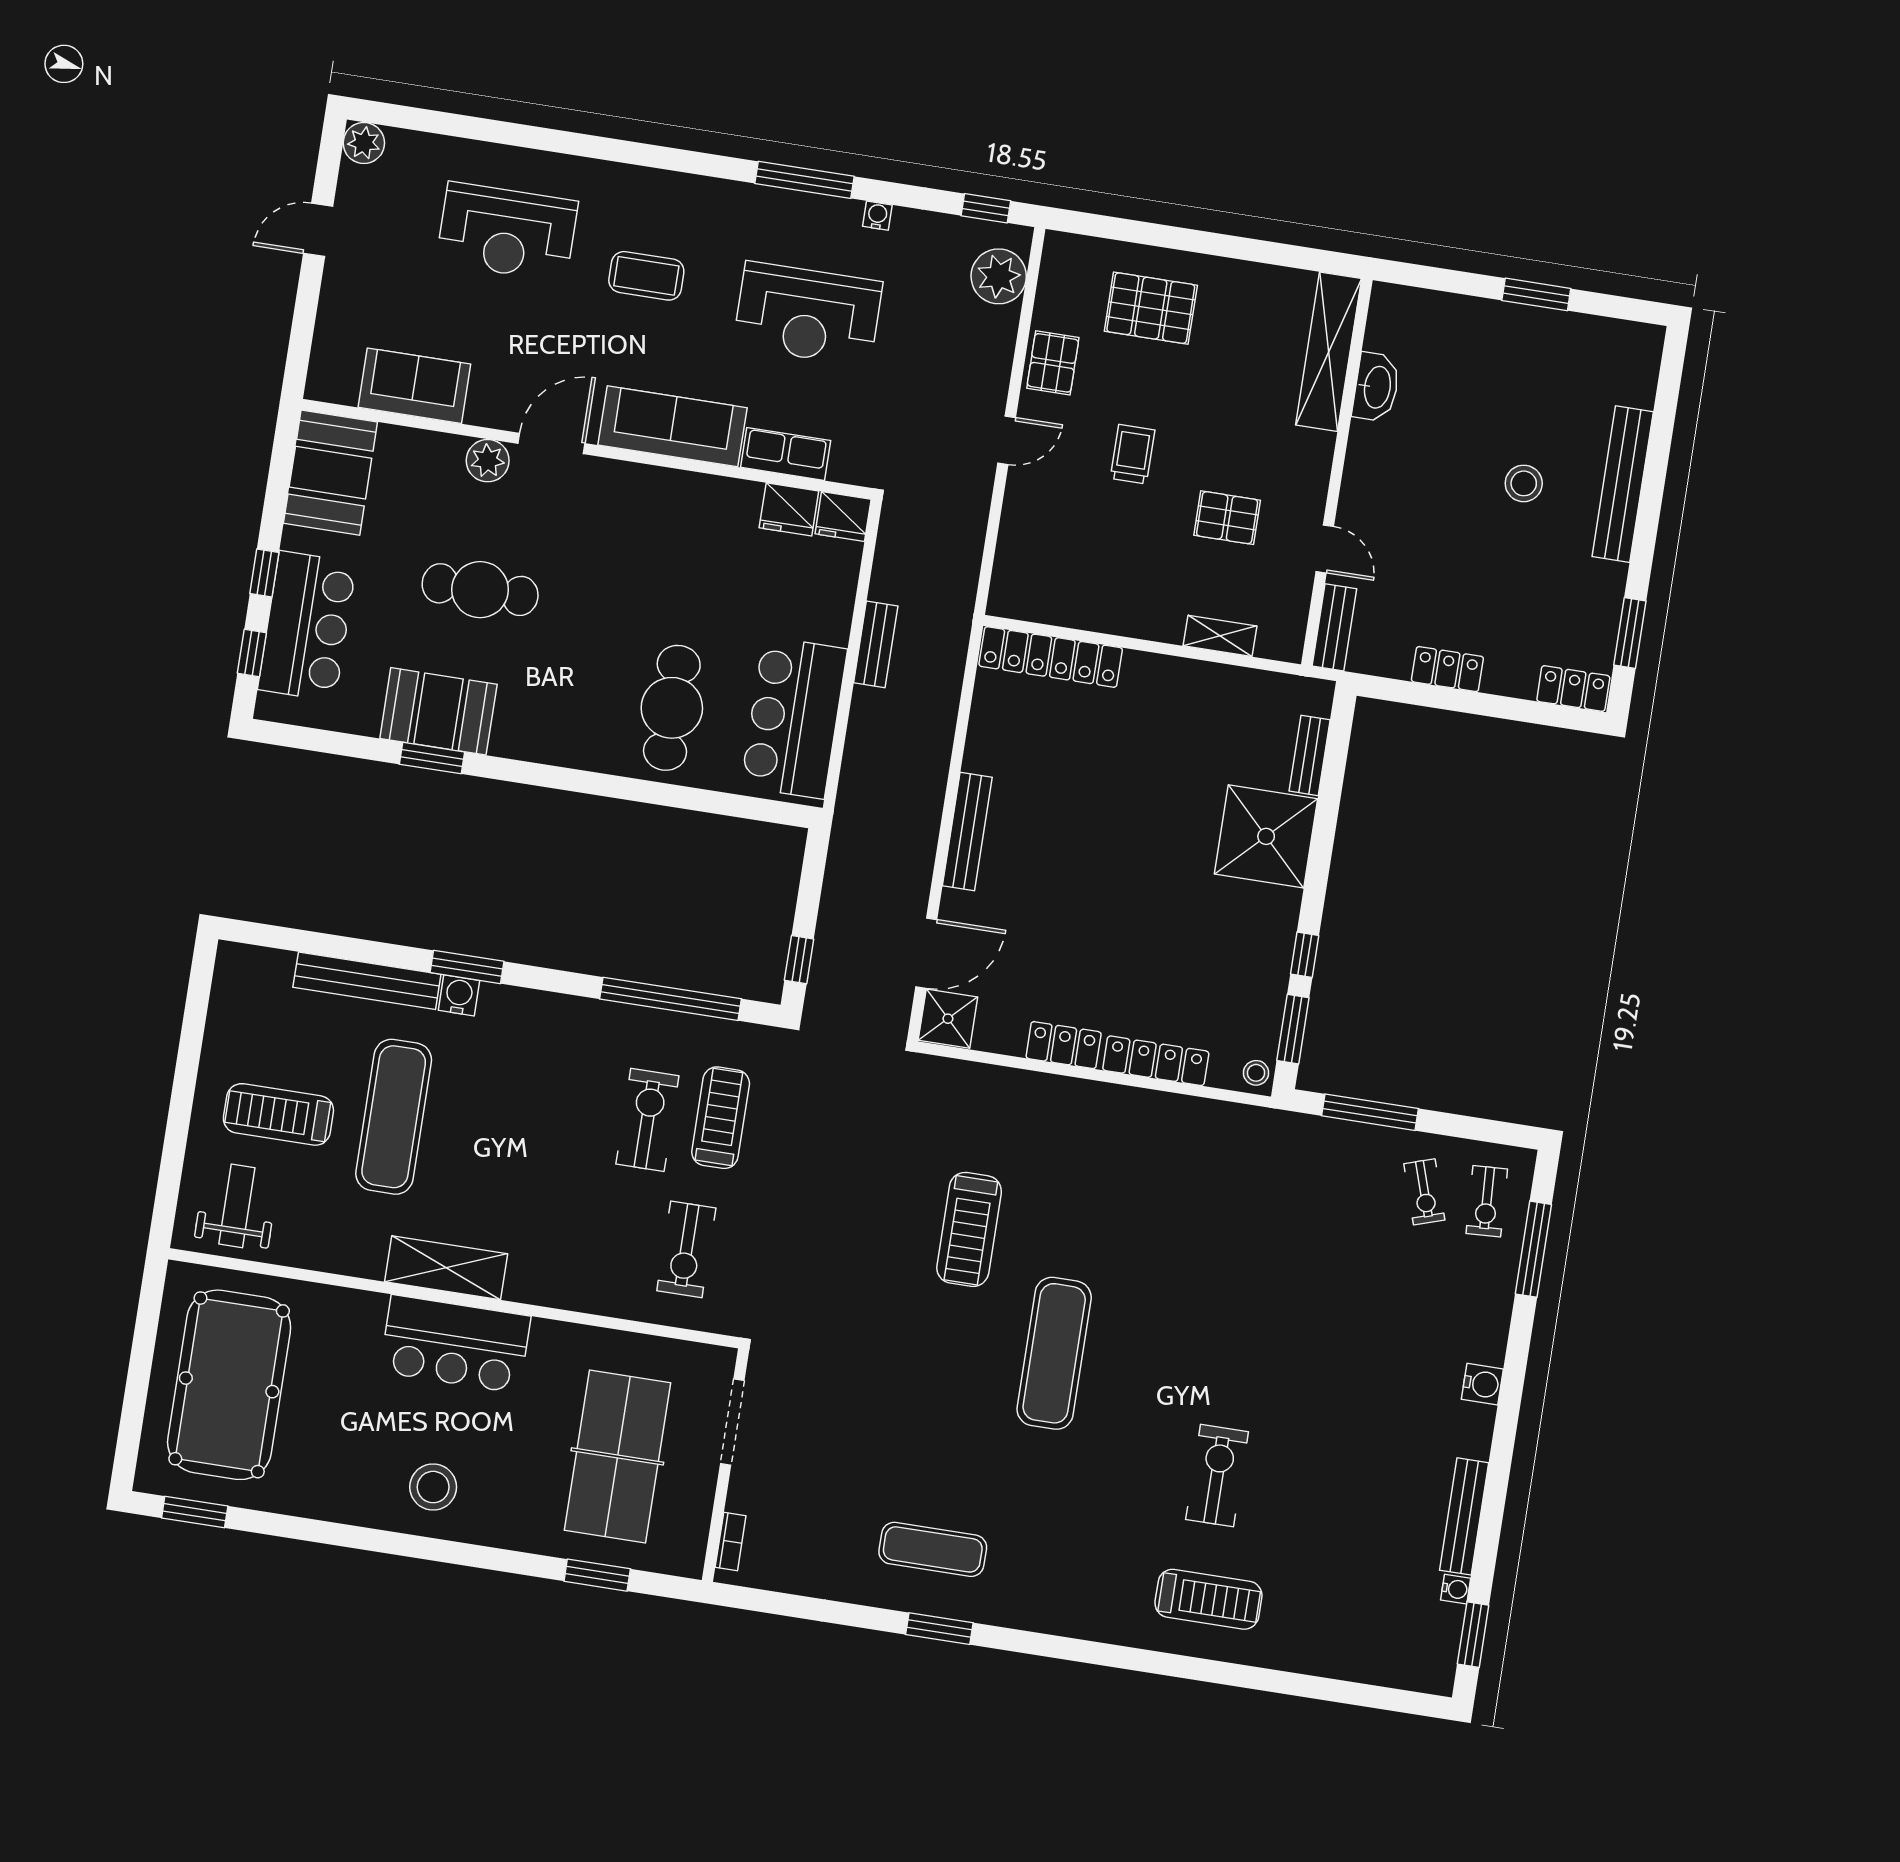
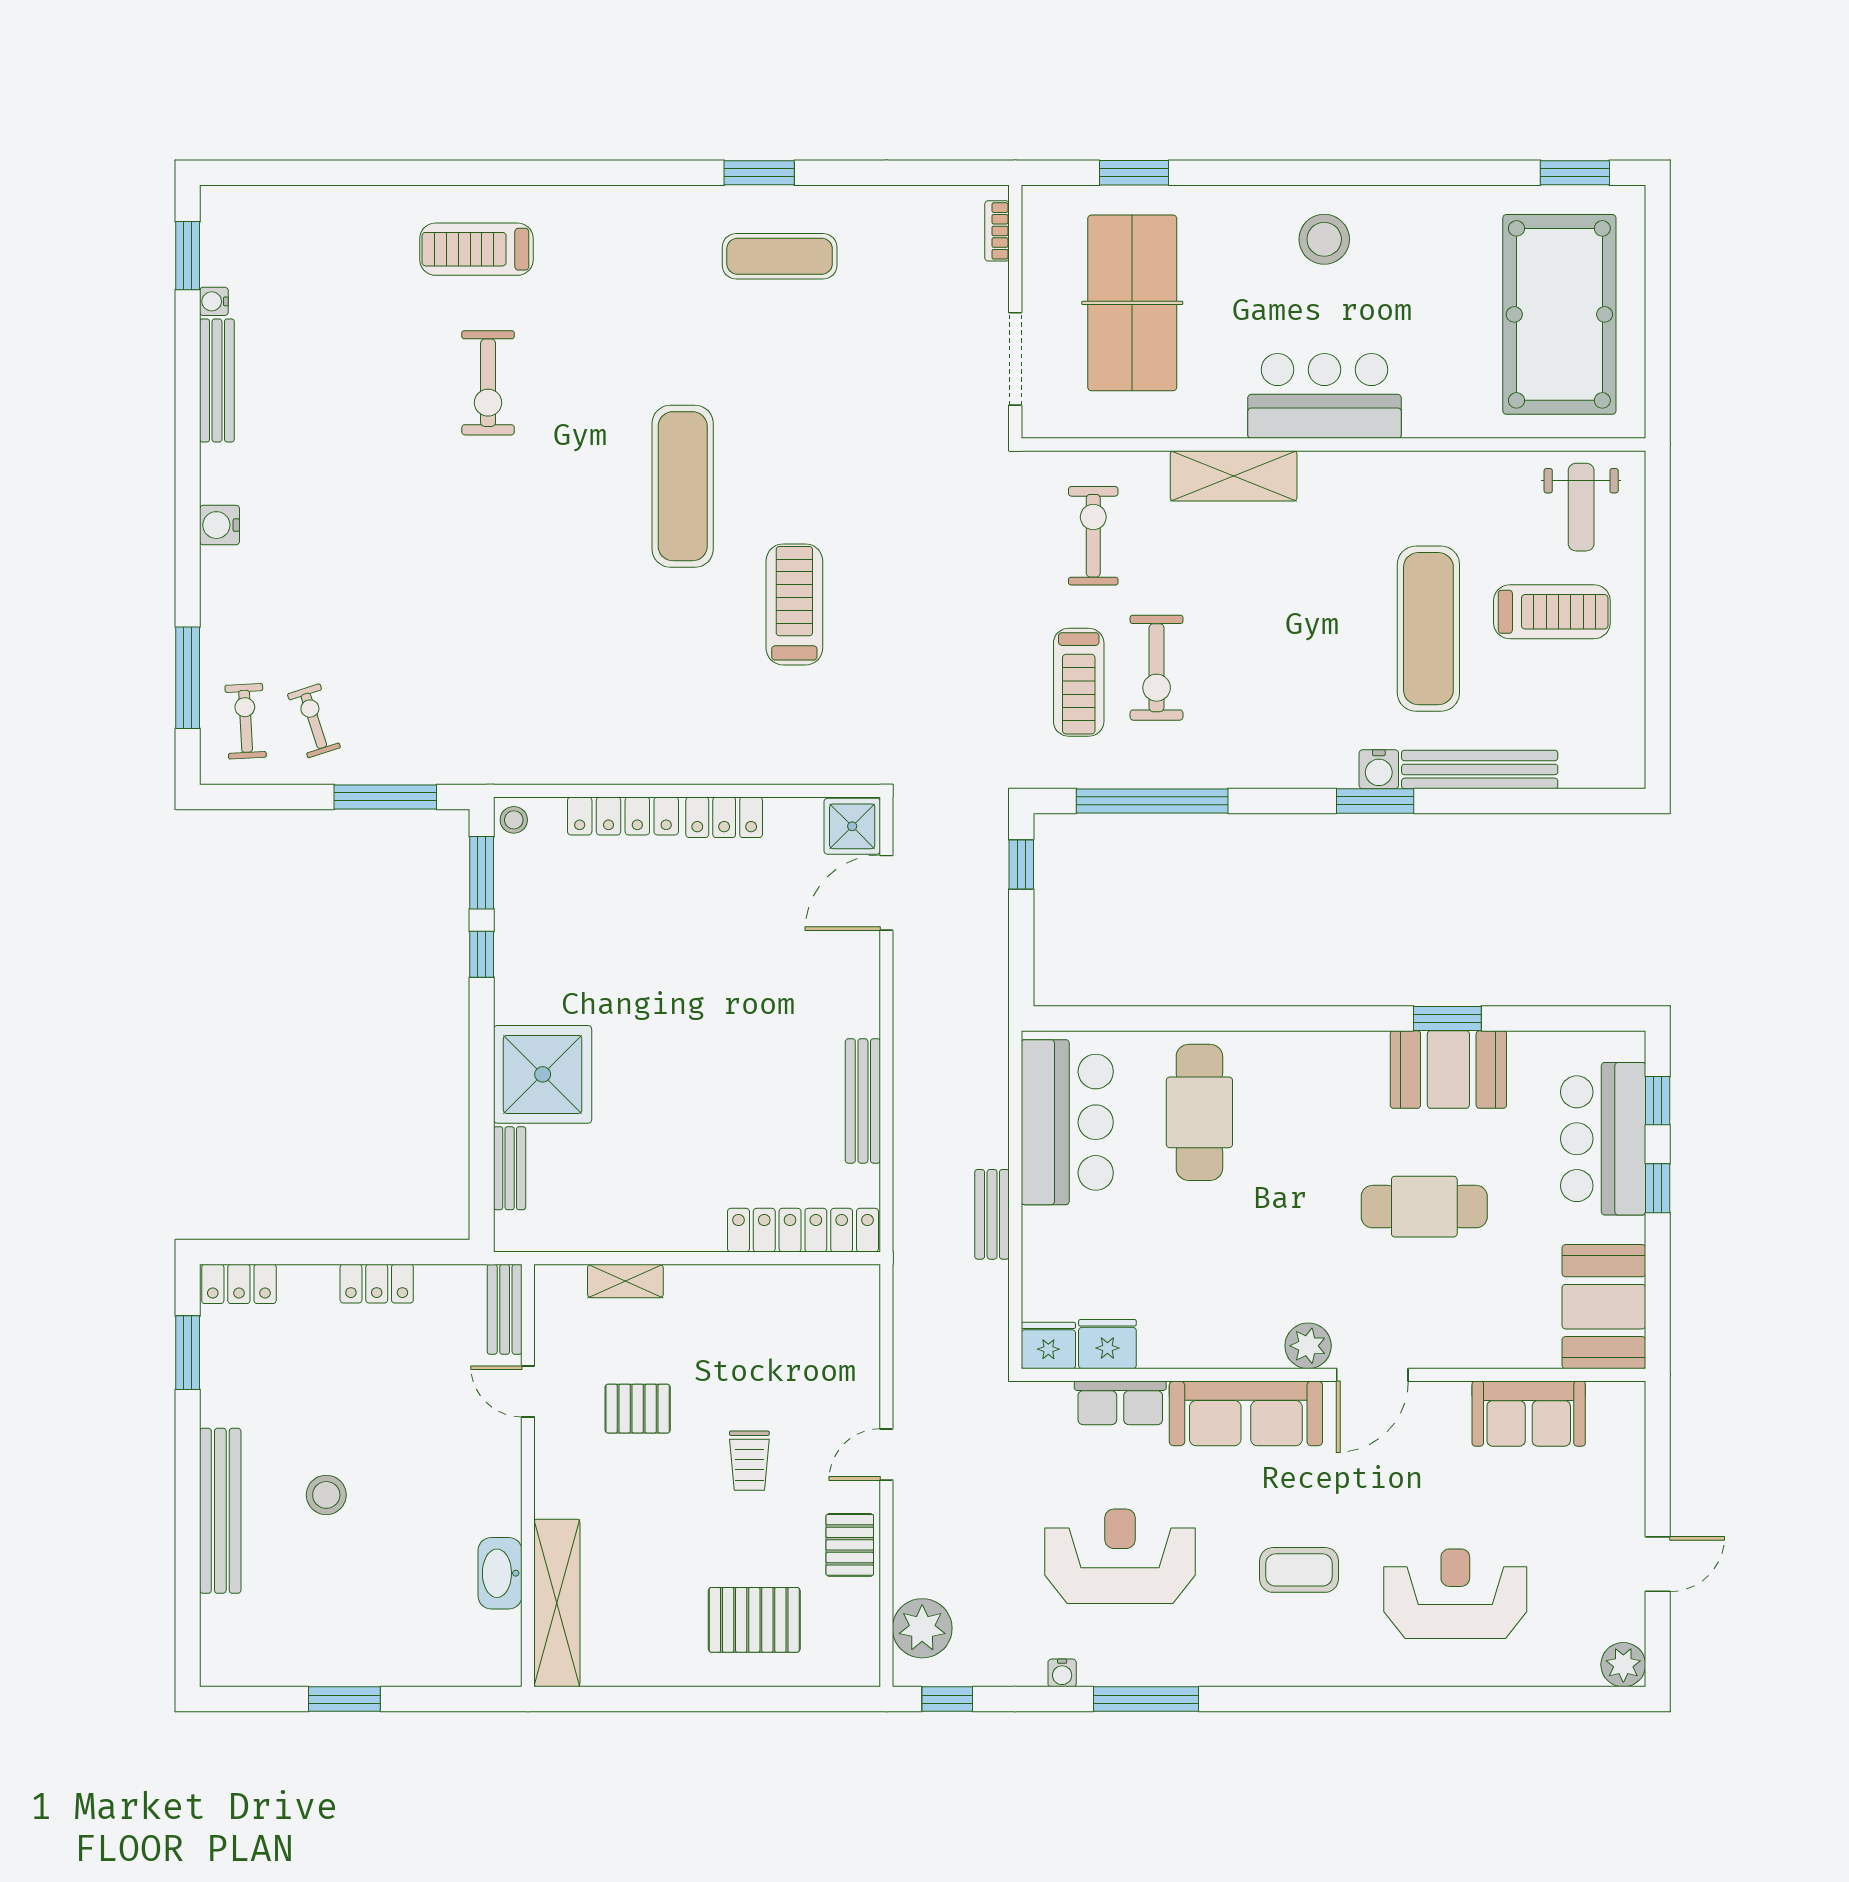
plant: (488, 461) -> (1308, 1346), moved
bench: (967, 831) -> (863, 1101), moved
shelving: (446, 1268) -> (1234, 476), moved

